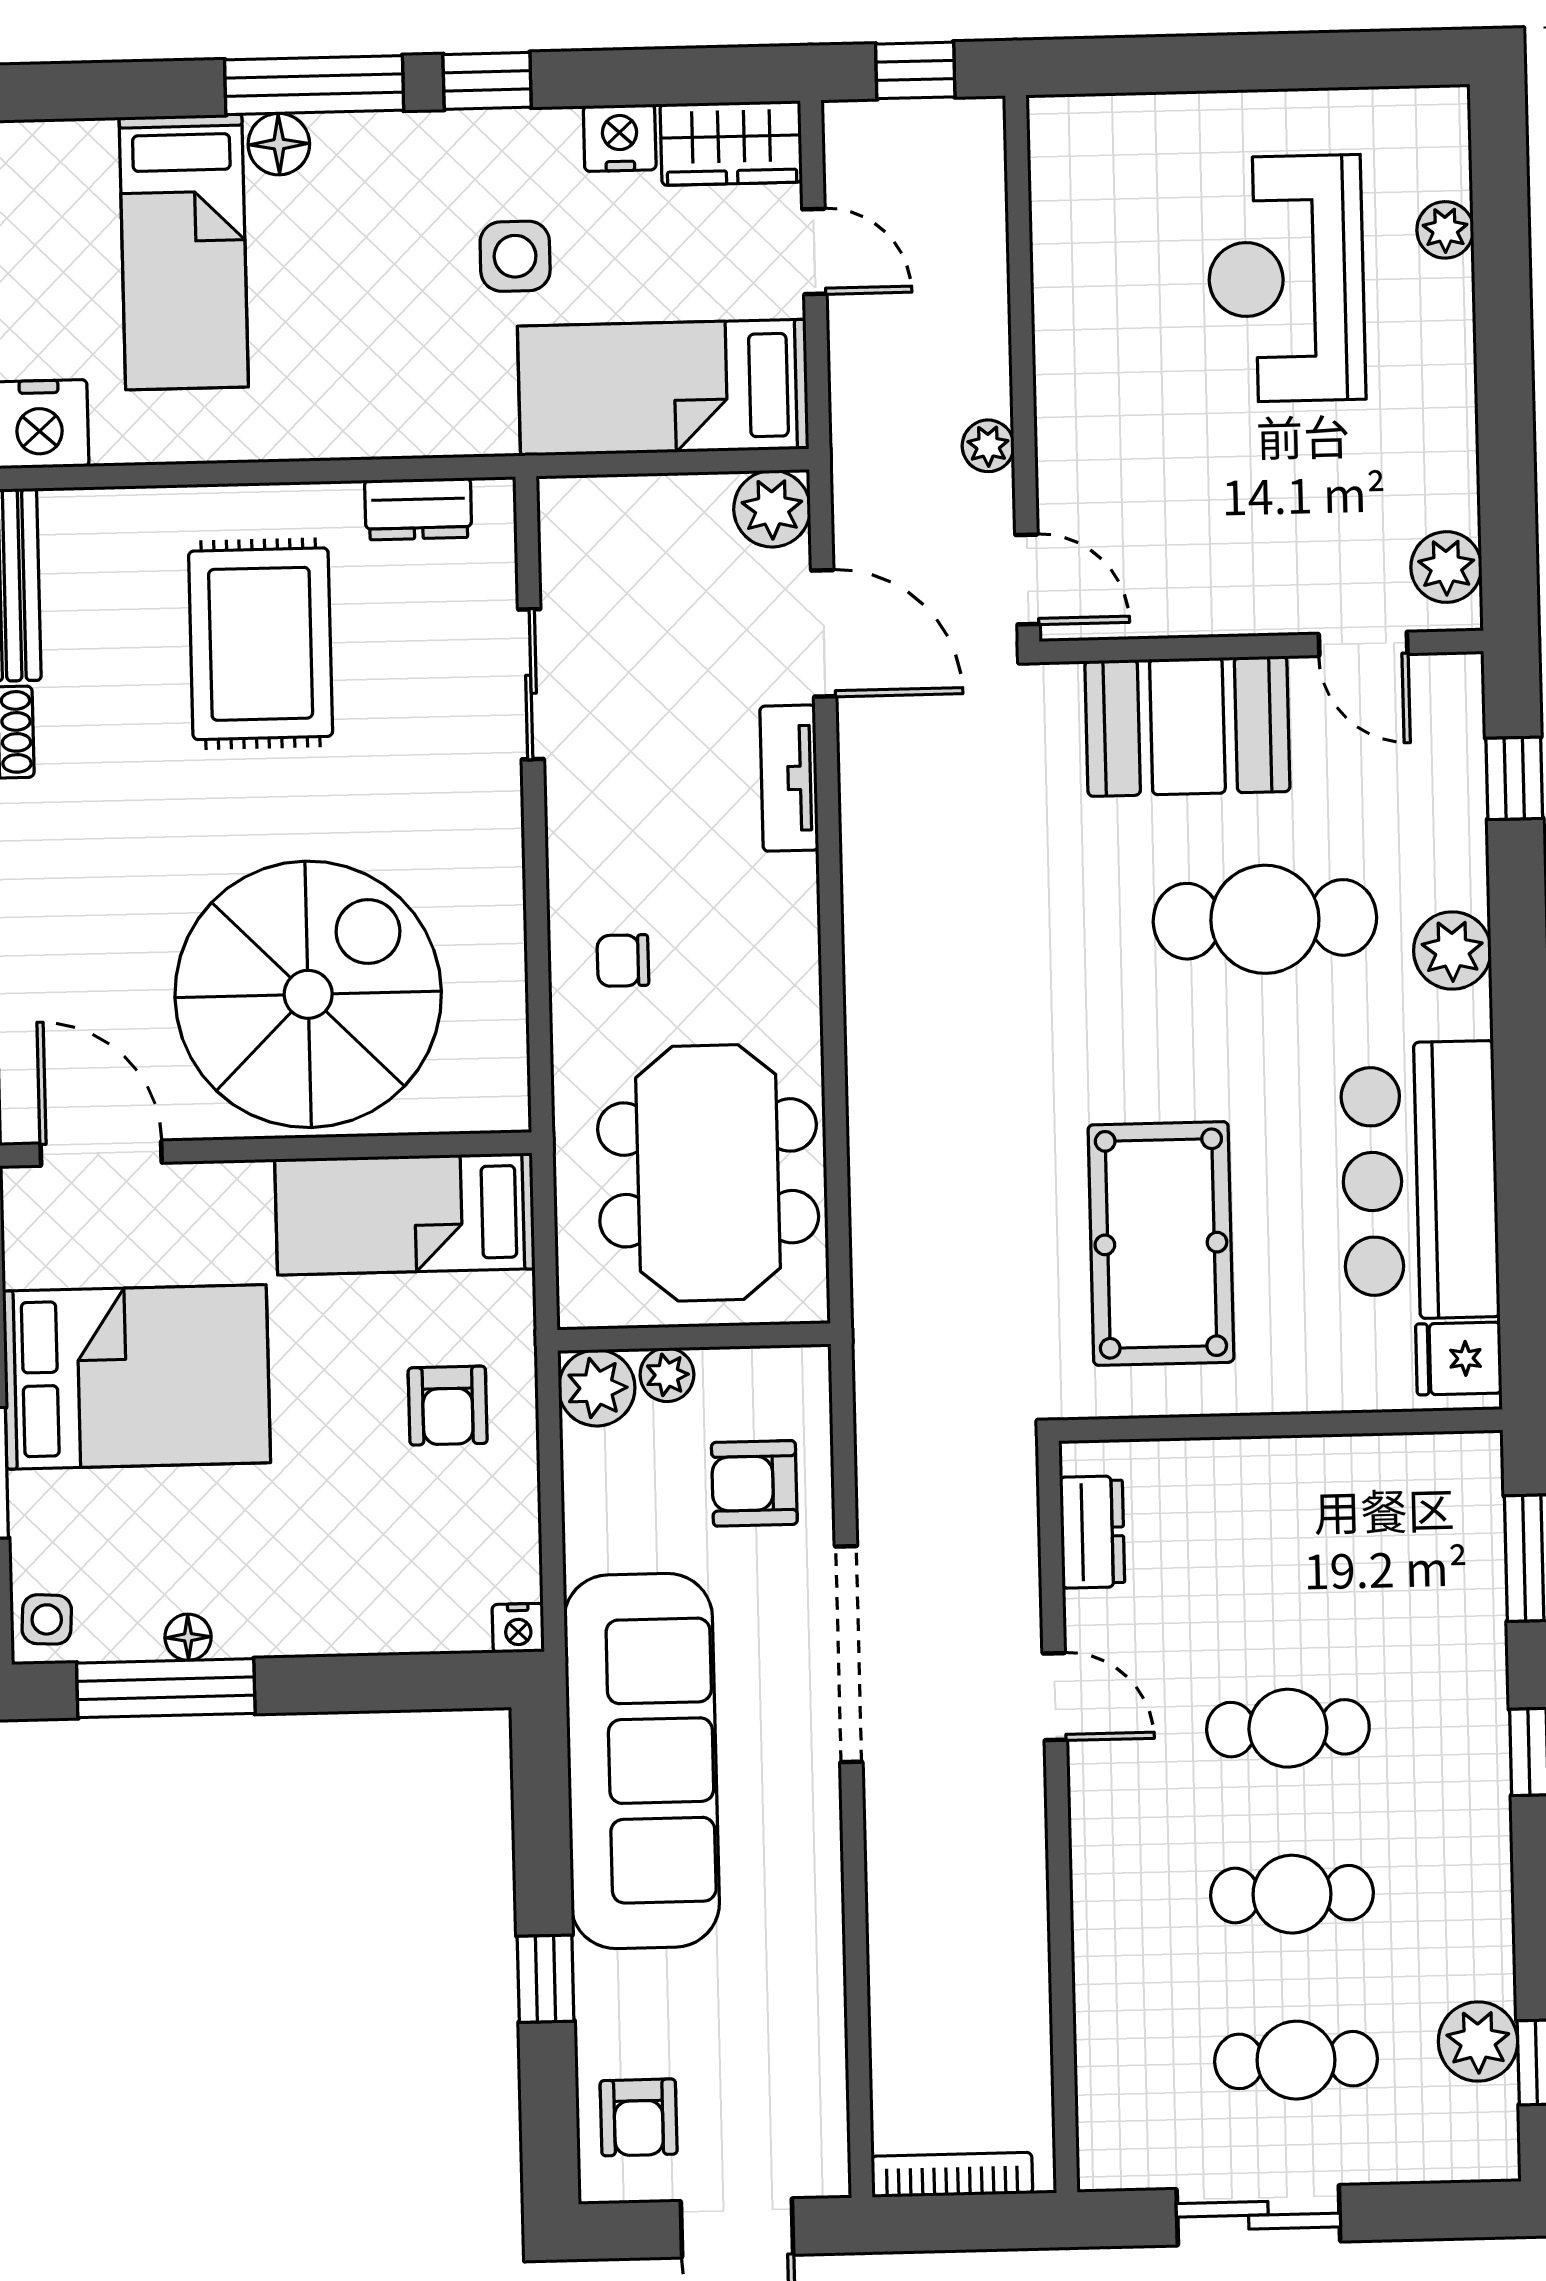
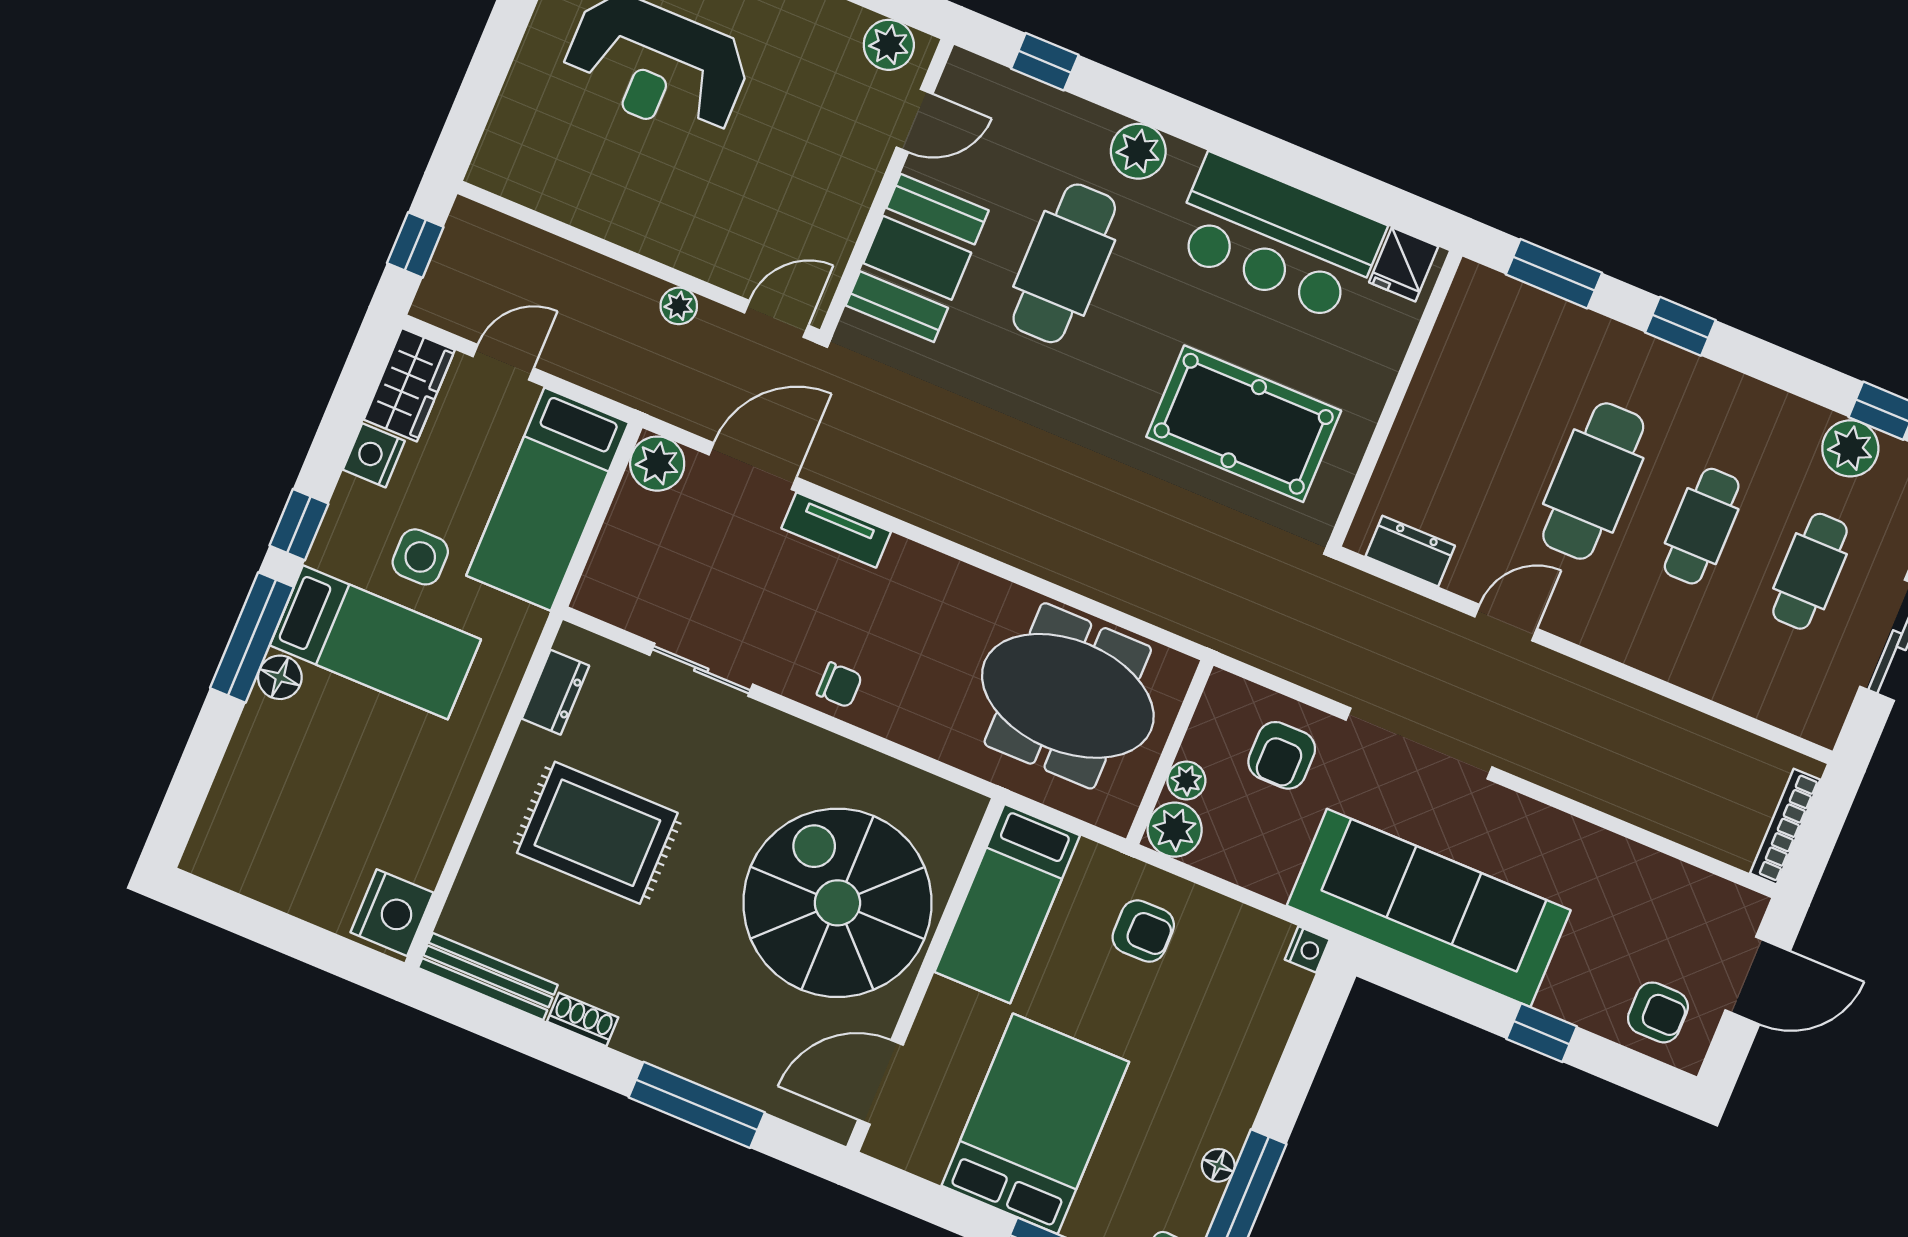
bed: (184, 252) -> (375, 642), moved
chair: (623, 961) -> (839, 685), moved, turned -90
cafe table: (1288, 1728) -> (1593, 481), width x1.37, depth x1.35

